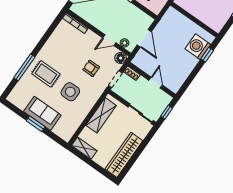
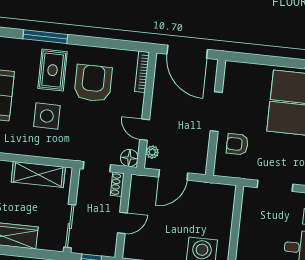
armchair: (91, 68) -> (93, 83), moved, width x1.88, depth x1.88

